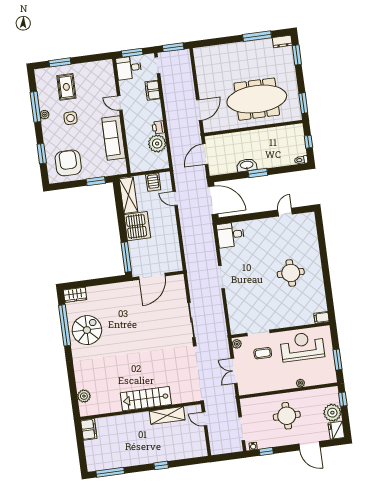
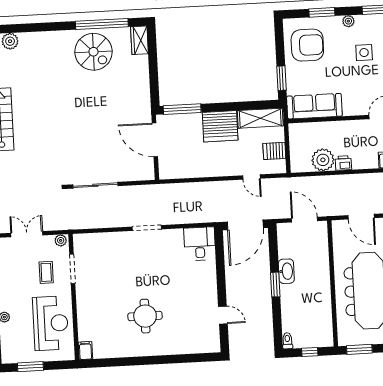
plant: (45, 115) -> (348, 21), moved
sofa: (114, 138) -> (314, 106), moved
door: (175, 198) -> (252, 177), swing flipped

